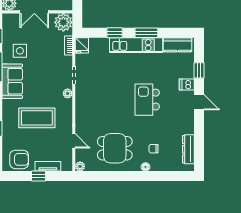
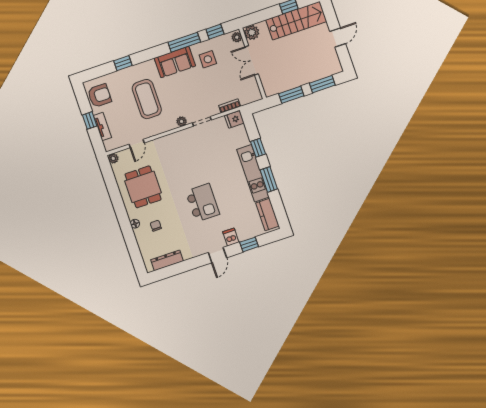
plant: (63, 22) -> (237, 37), moved, width x0.53, depth x0.53
kitchen island: (147, 100) -> (202, 203), turned 90
armchair: (19, 159) -> (99, 96), turned -90

